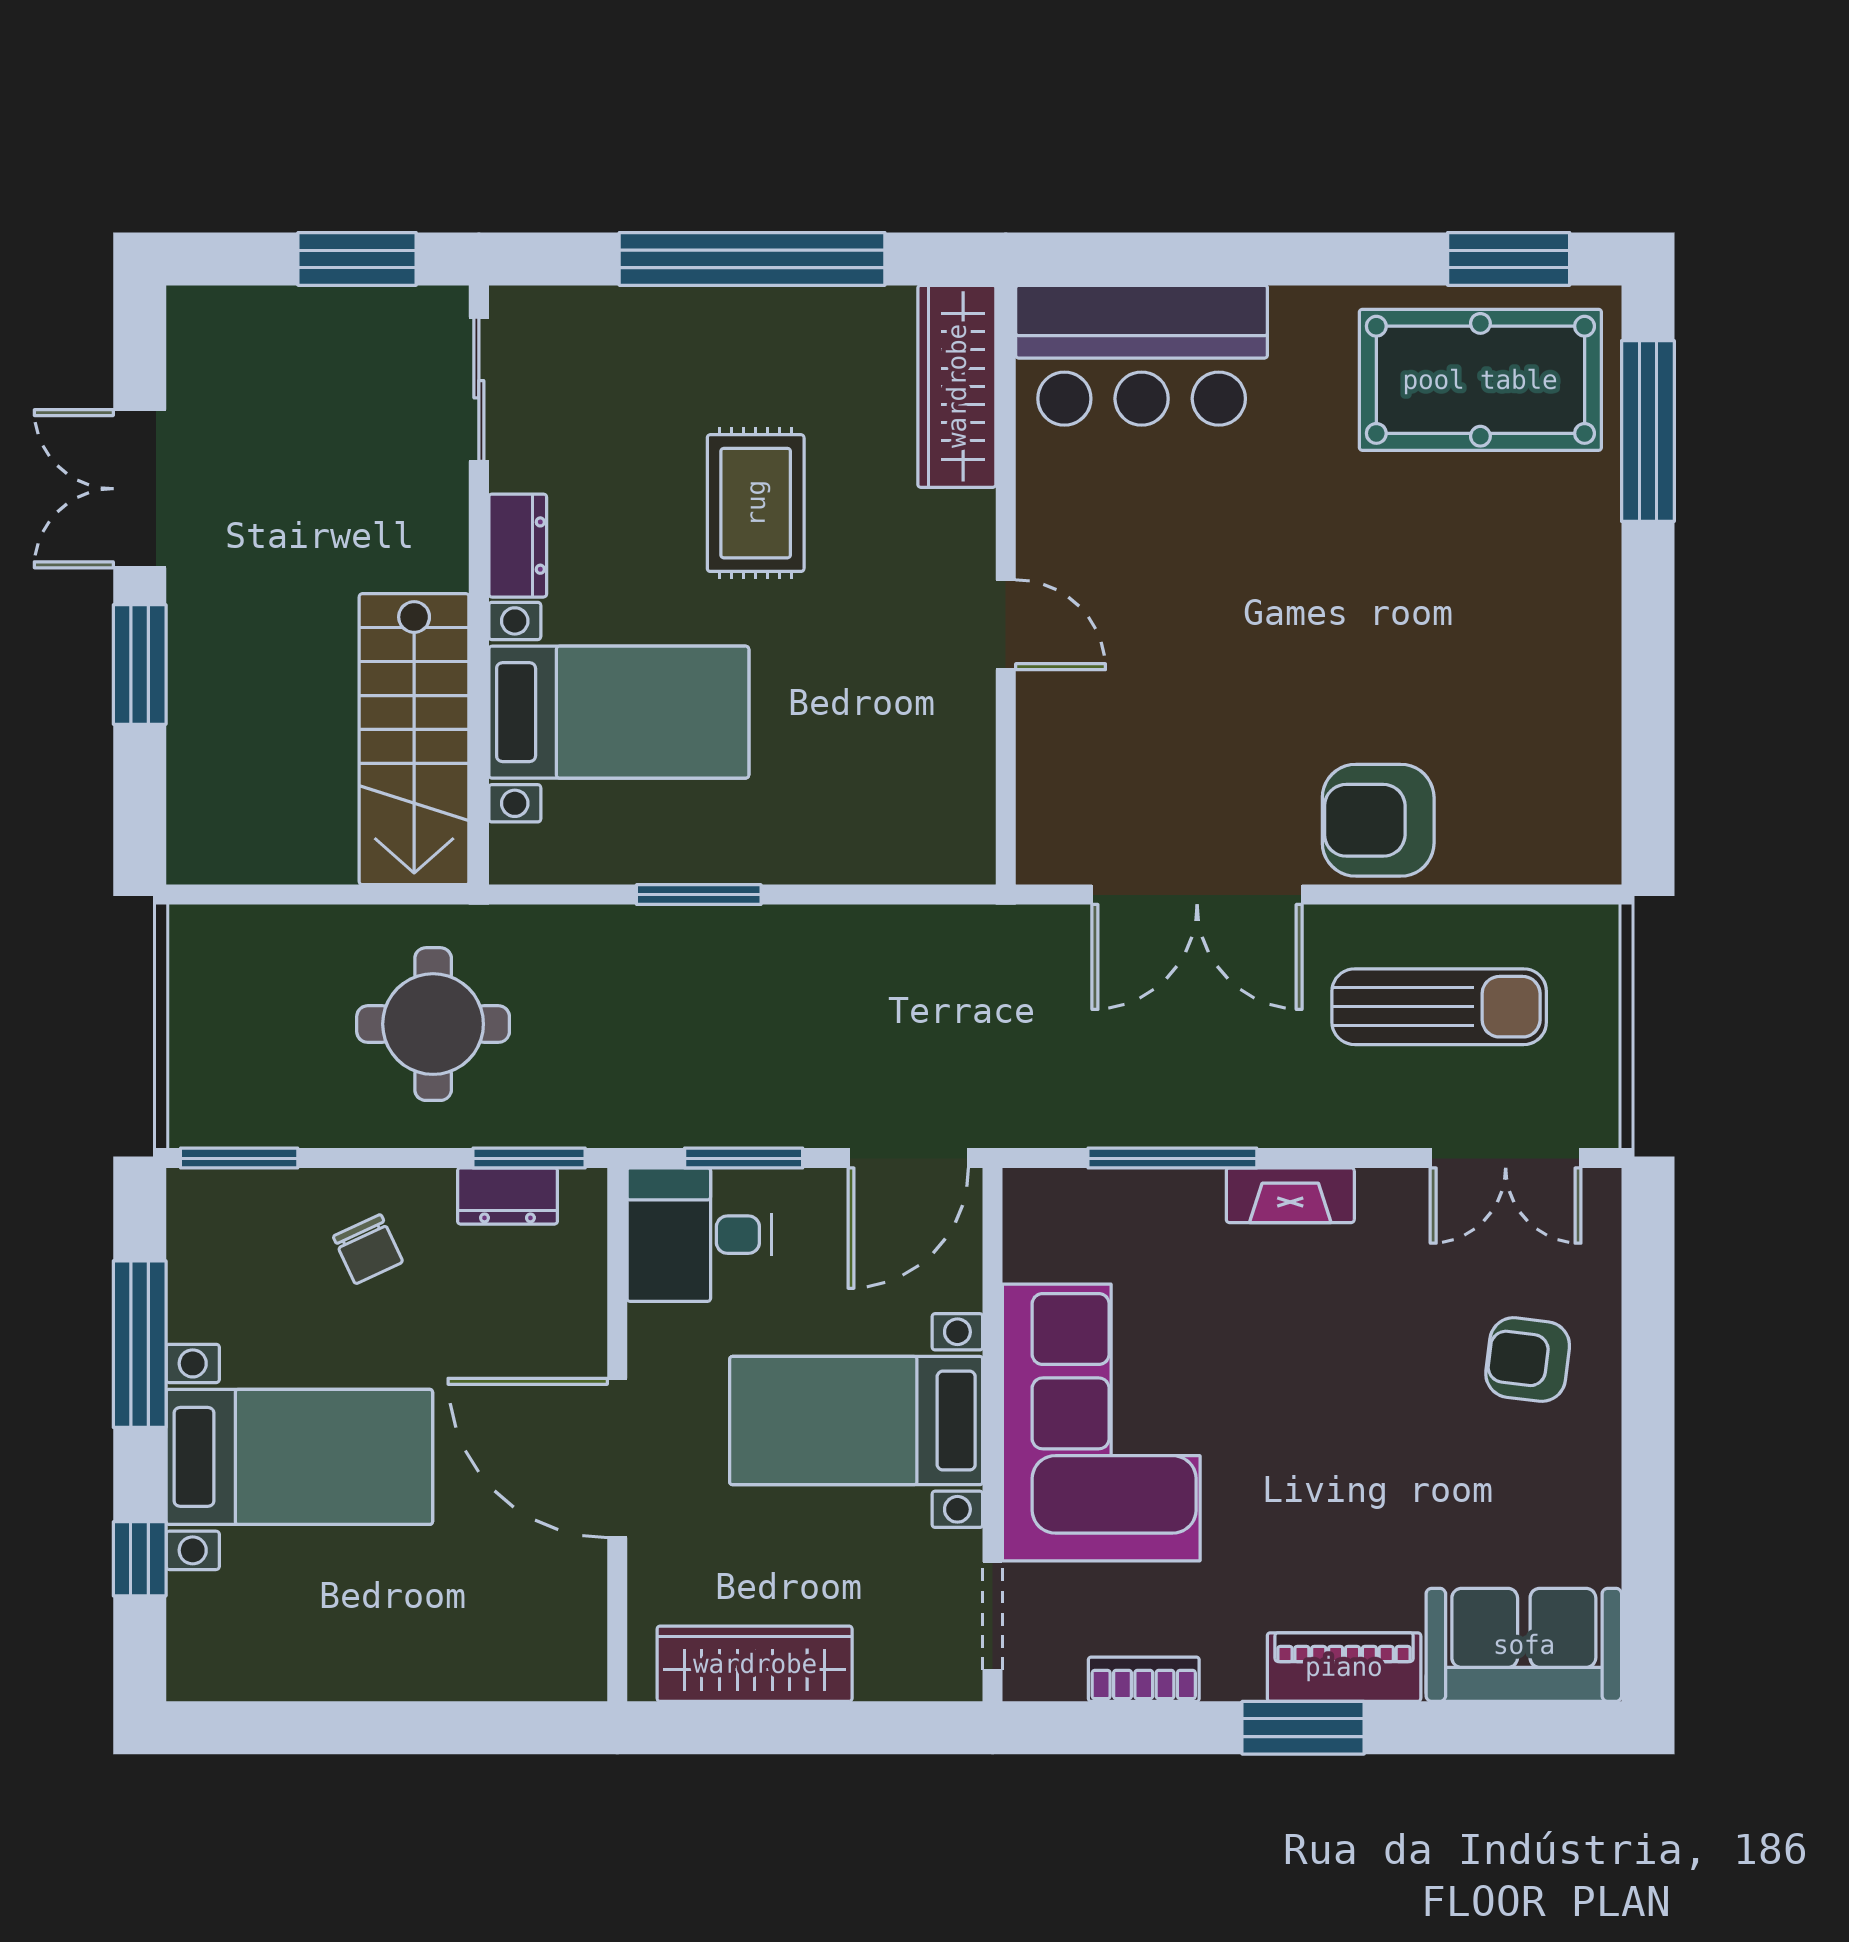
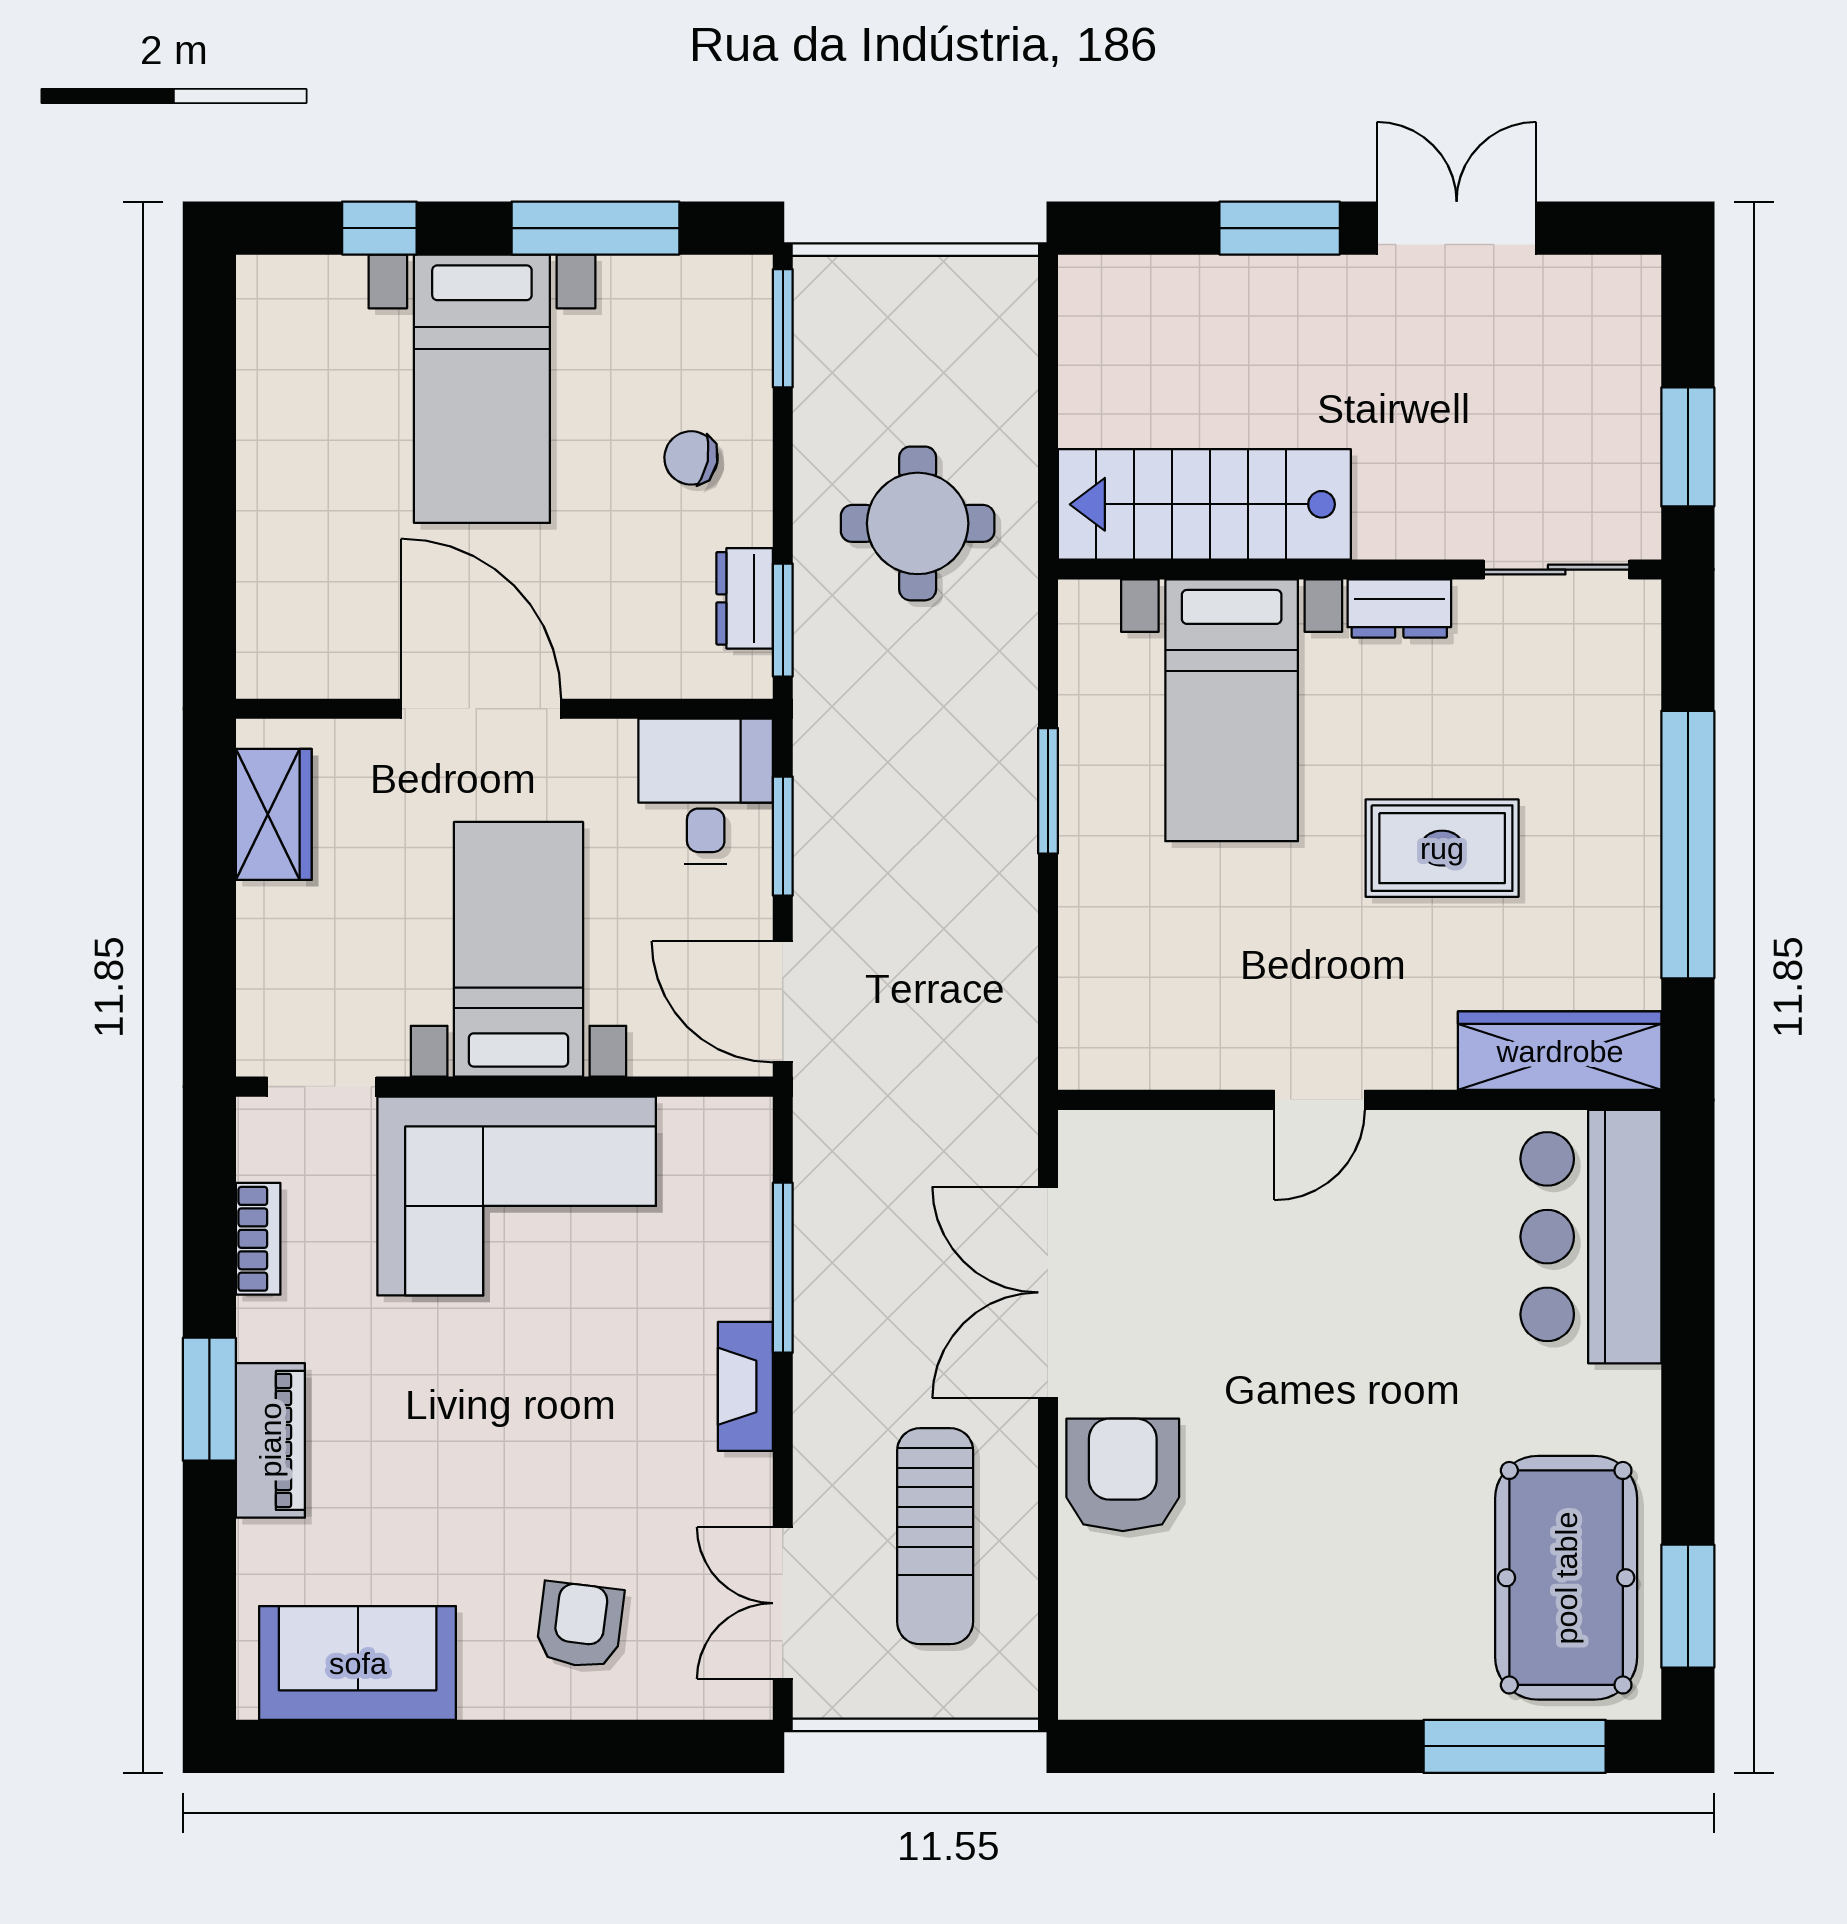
chair: (368, 1249) -> (691, 458), turned 36
door: (617, 1458) -> (481, 709), hinge flipped
sofa: (1524, 1645) -> (358, 1663), moved, turned -90
wardrobe: (755, 1664) -> (274, 814), width x0.67

